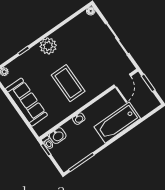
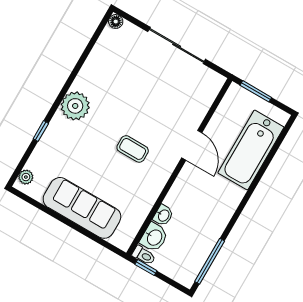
door: (122, 81) -> (192, 145), moved
coffee table: (68, 83) -> (133, 149), width x0.54, depth x0.58
washbasin: (79, 119) -> (163, 215), moved
bathtub: (117, 123) -> (251, 150), moved

